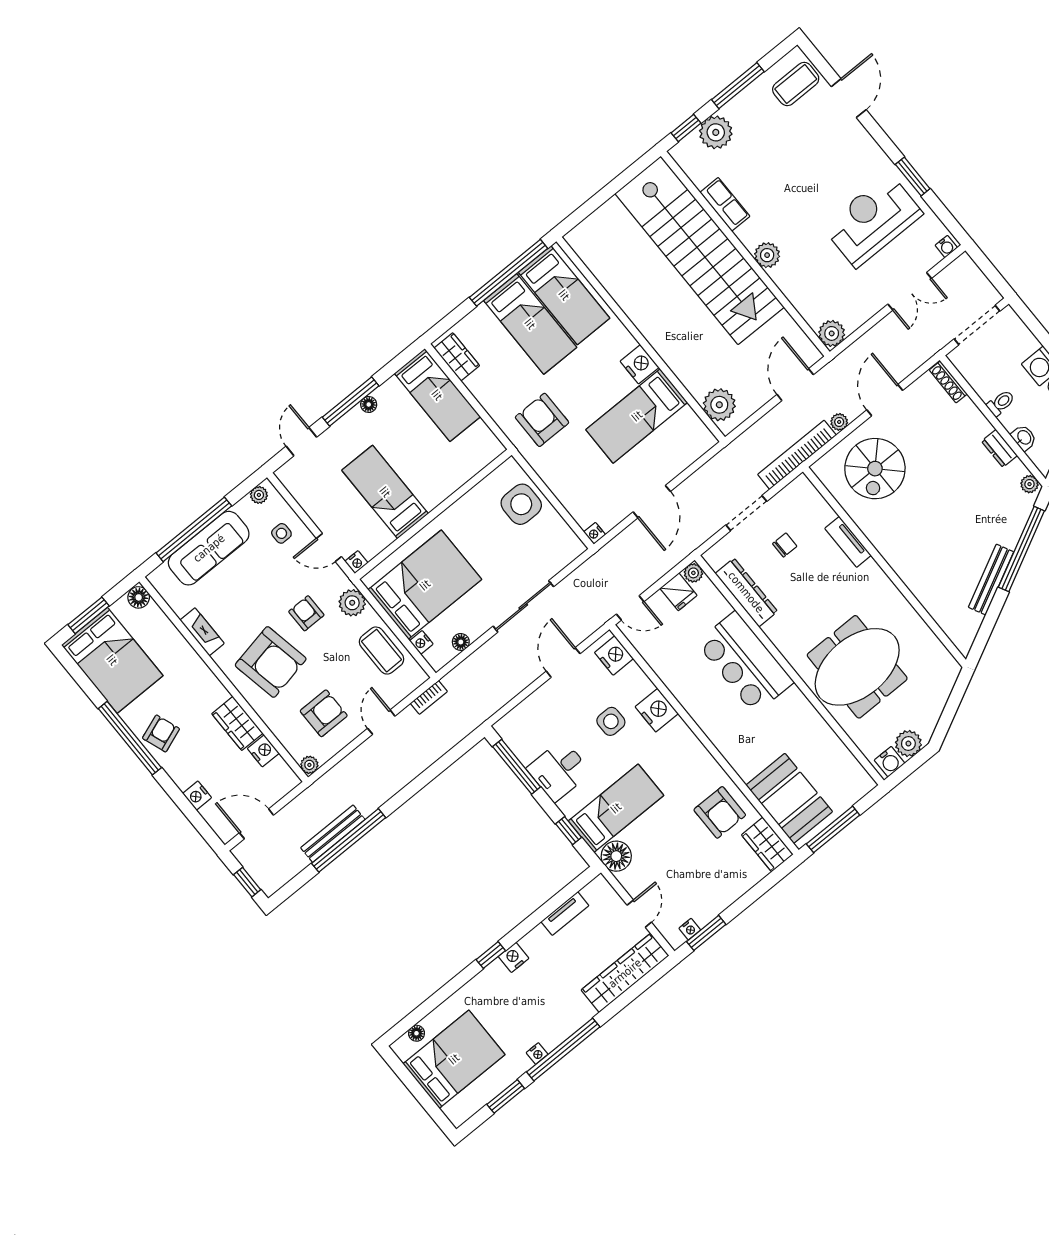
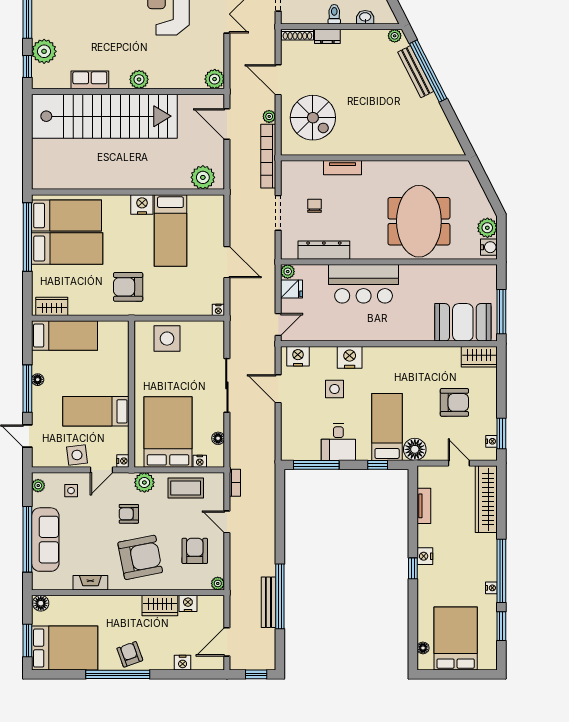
dresser: (999, 448) -> (327, 36), moved
side table: (324, 509) -> (77, 455), added
bench: (991, 580) -> (416, 72), moved
armchair: (720, 812) -> (454, 402), moved

